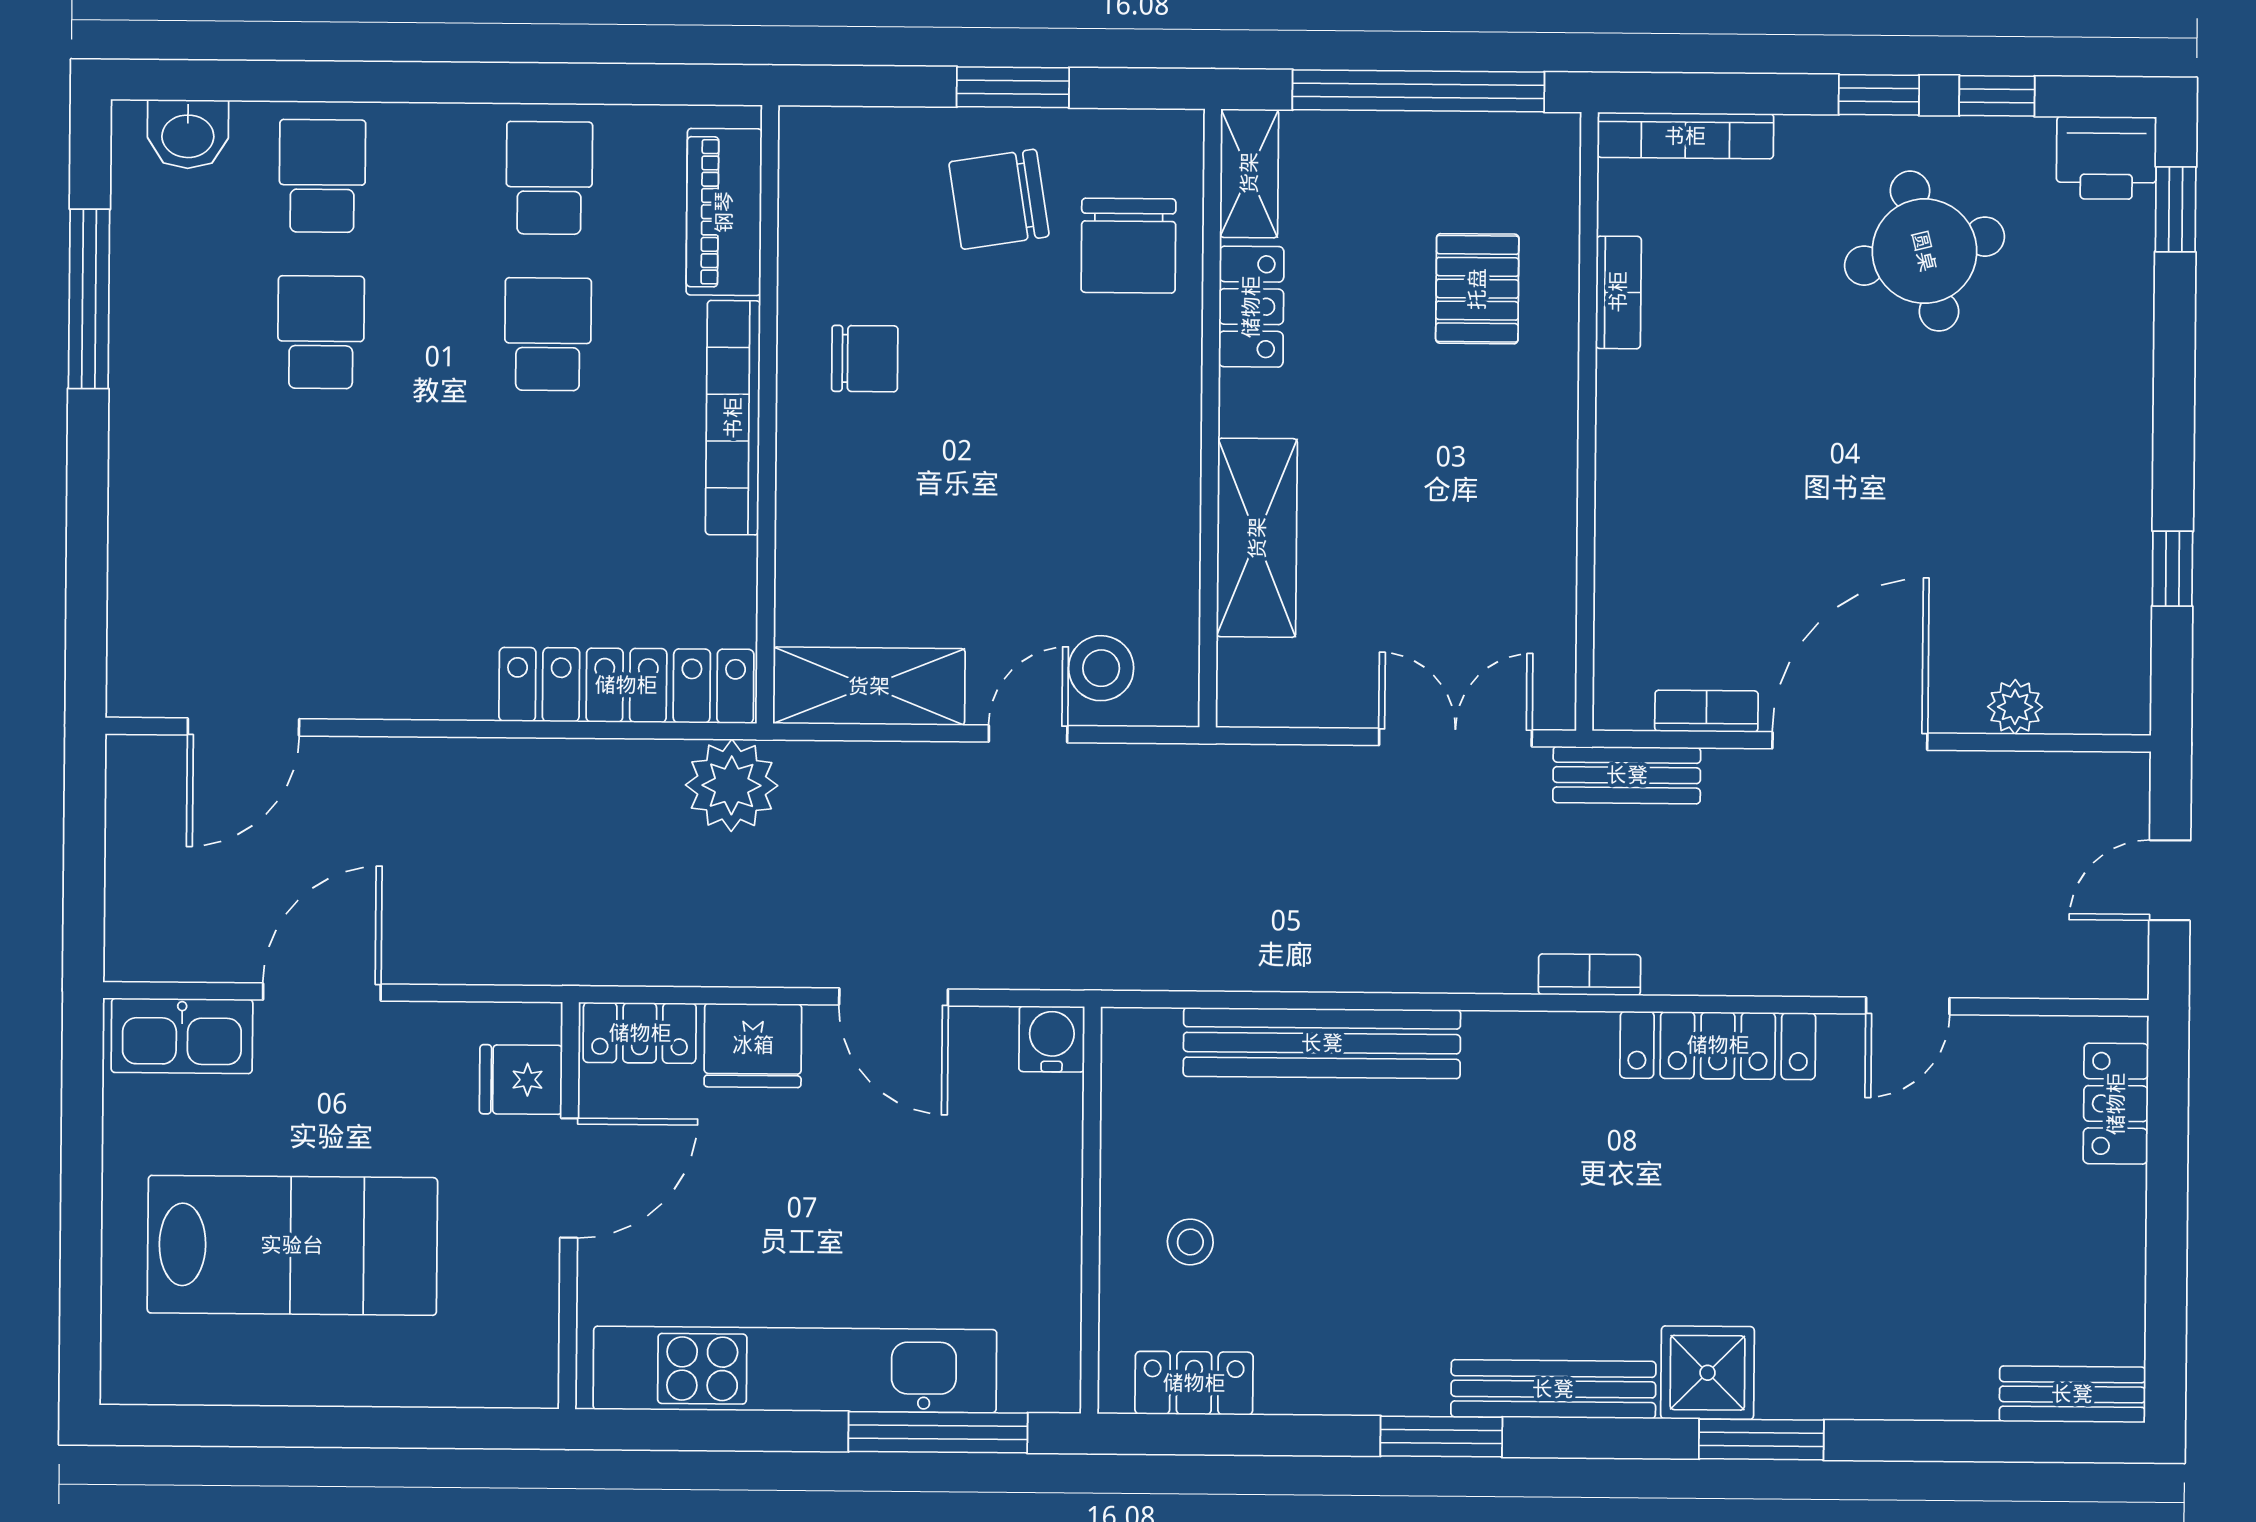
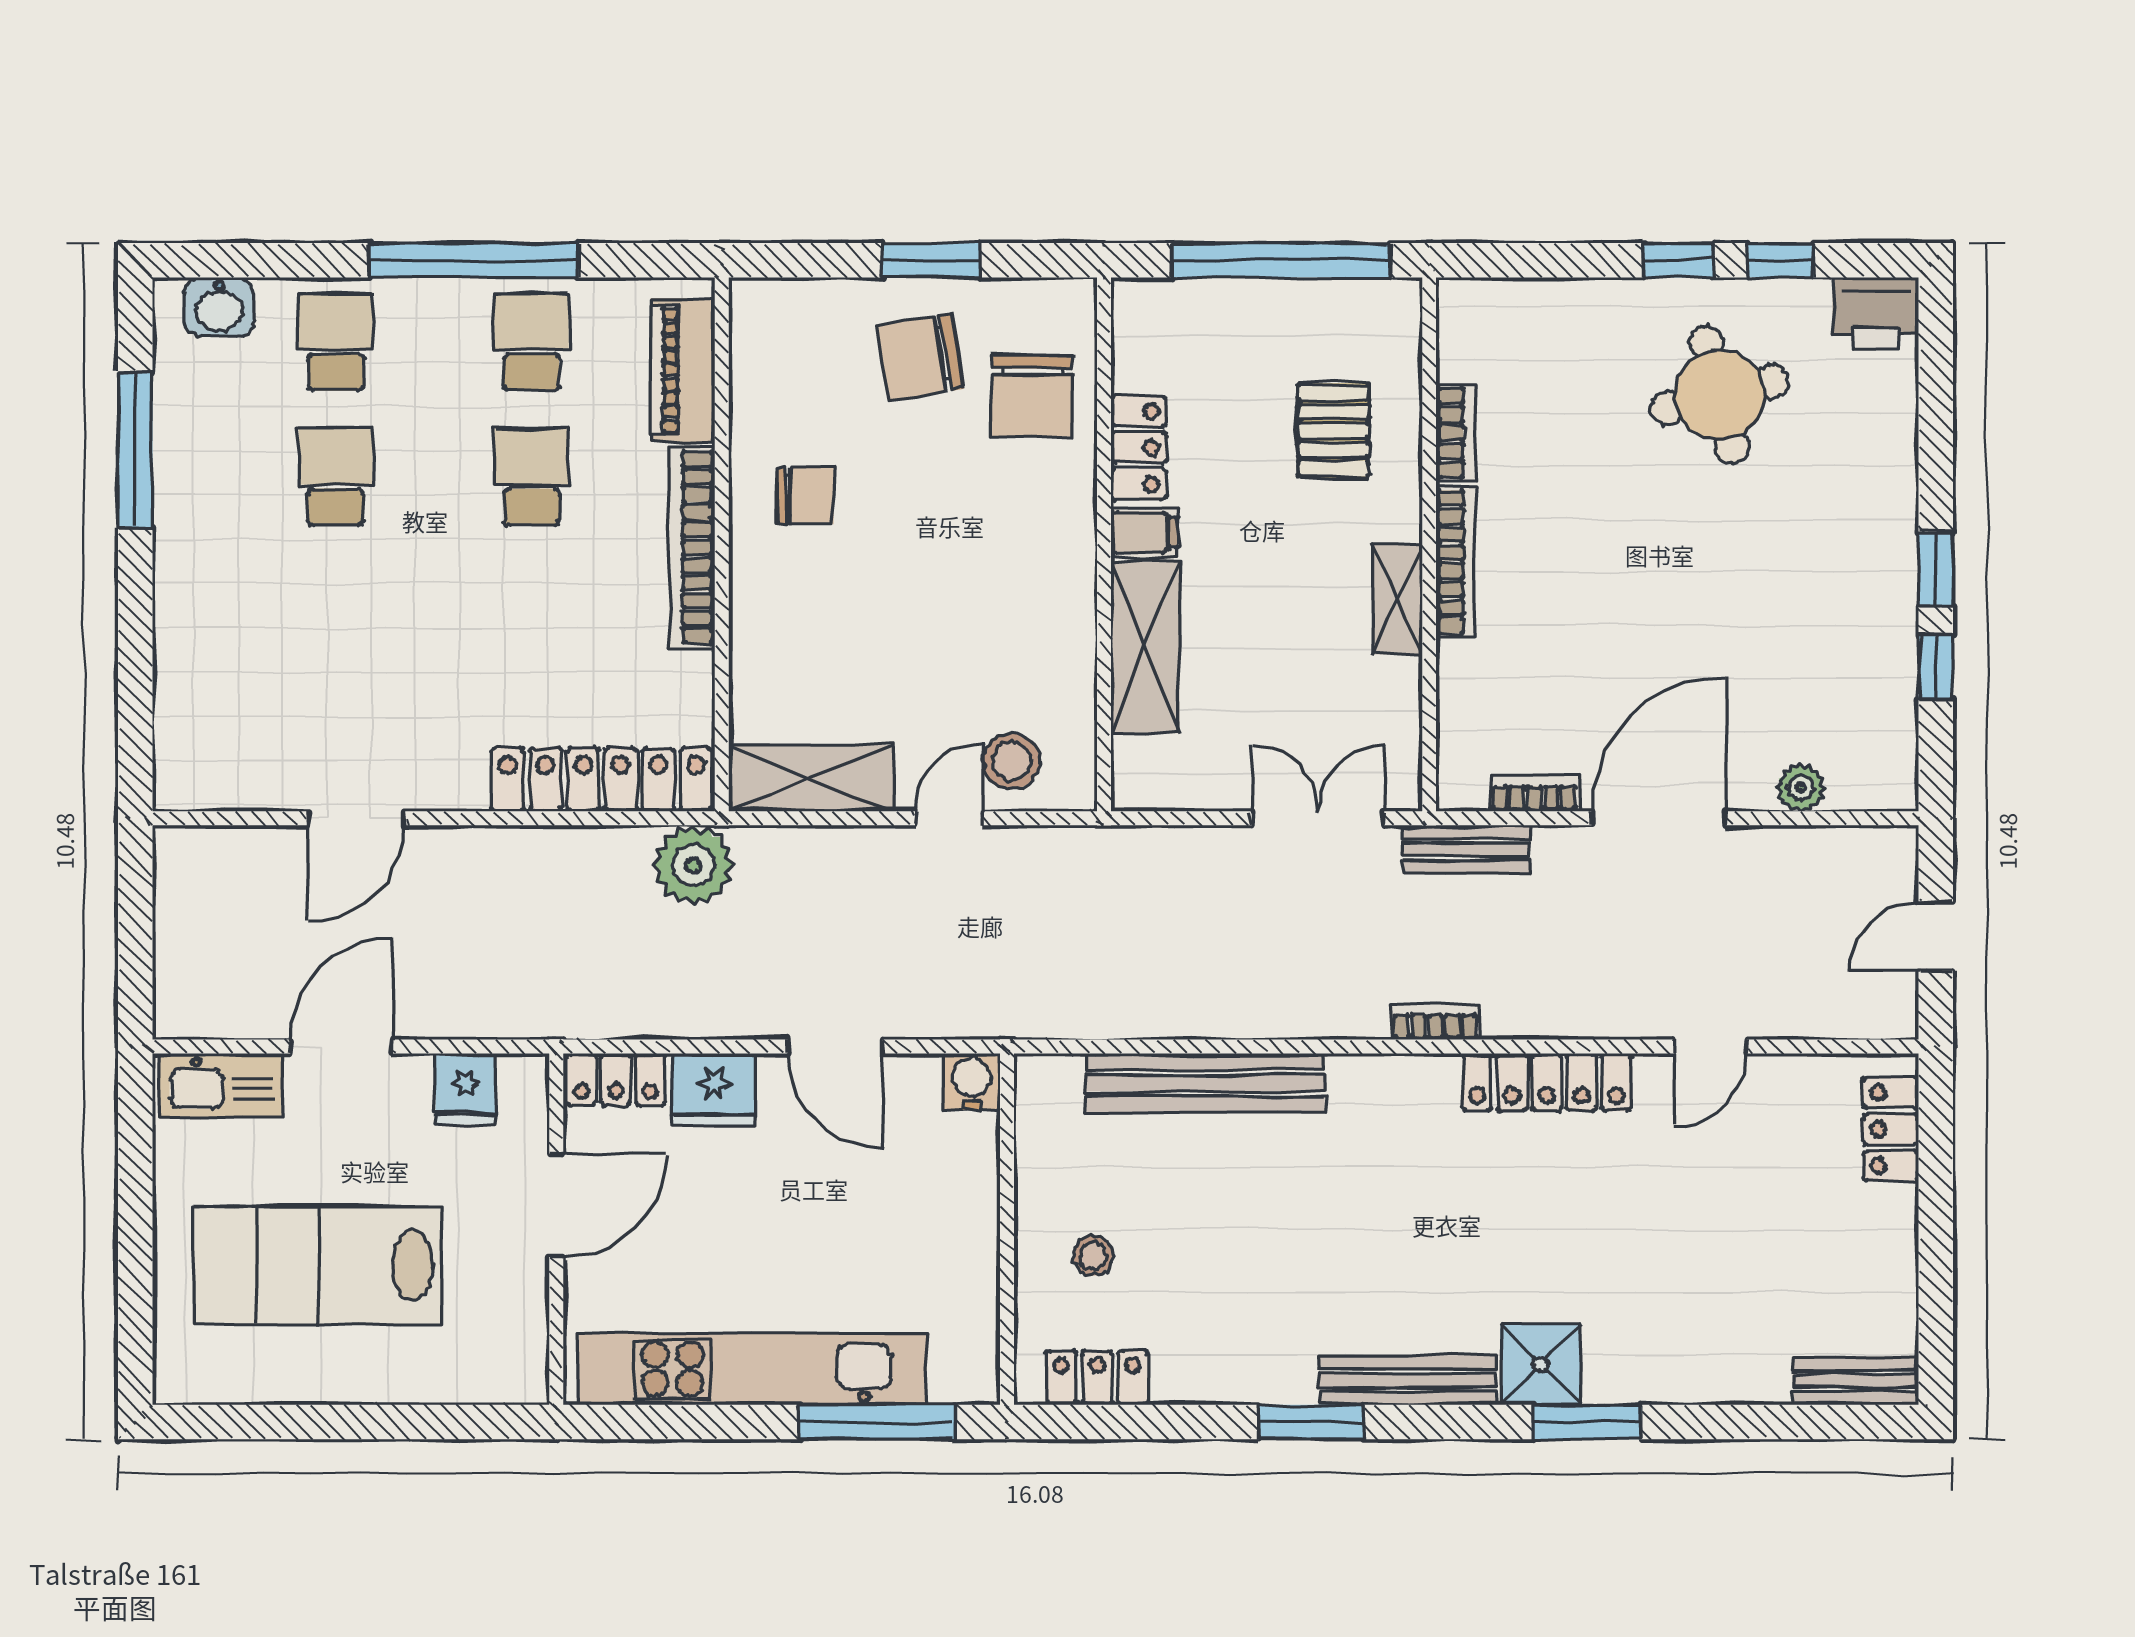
window: (483, 83) -> (474, 260), added
bookcase: (1685, 136) -> (1455, 562), moved, turned -90
shelving: (1249, 173) -> (1397, 599), moved
window: (2176, 209) -> (1936, 569), moved
filing cabinet: (1257, 404) -> (1144, 532), added
door: (243, 727) -> (356, 818), moved
fridge: (521, 1080) -> (465, 1089), moved, turned -90
lab bench: (292, 1245) -> (318, 1265), turned 180

